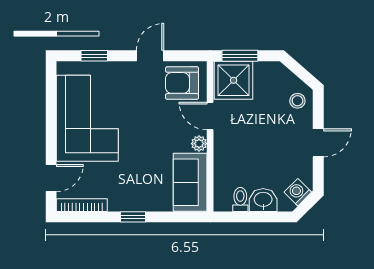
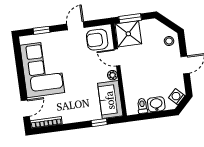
window: (133, 217) -> (99, 123), moved

